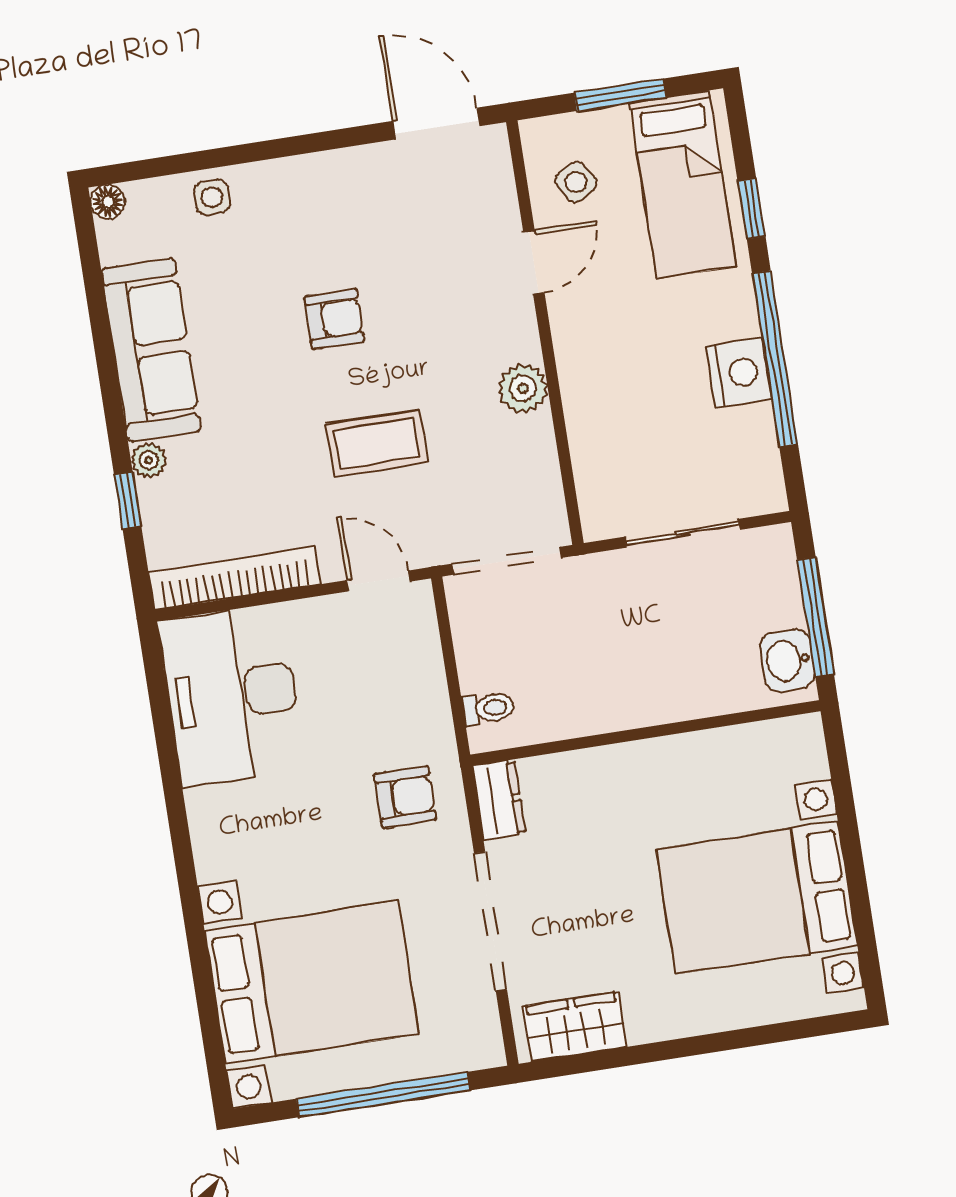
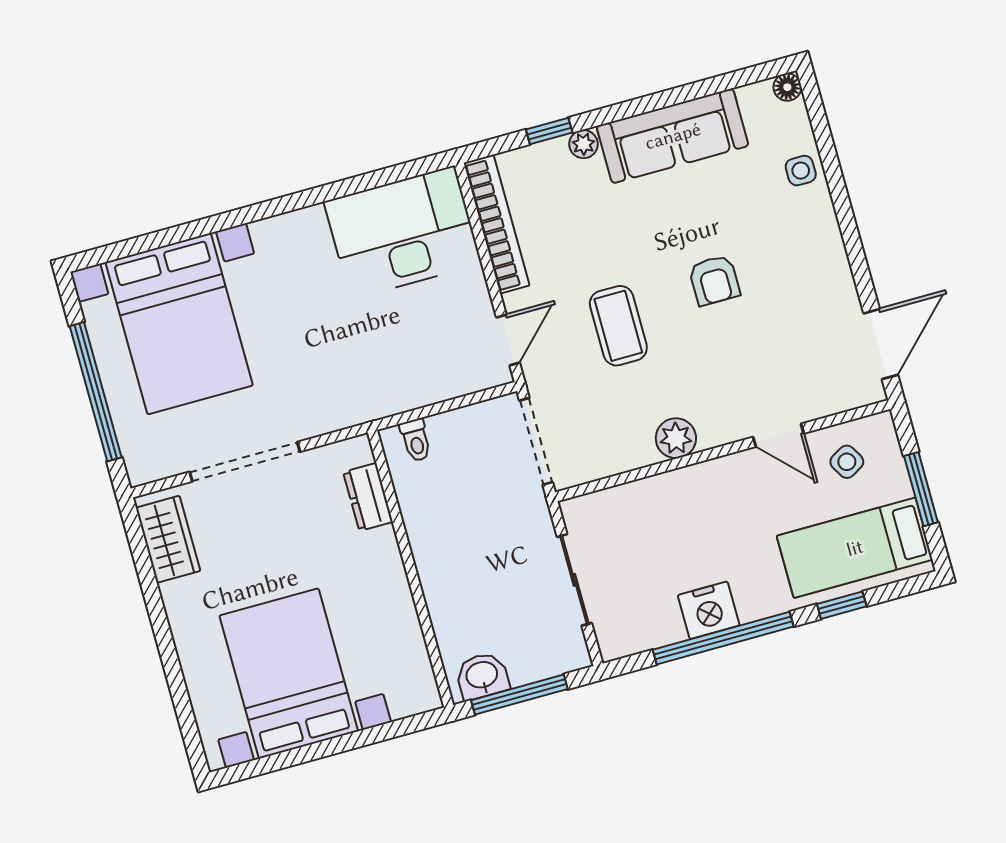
armchair: (405, 797) -> (337, 382), removed
dresser: (499, 800) -> (368, 497), moved, turned 90

